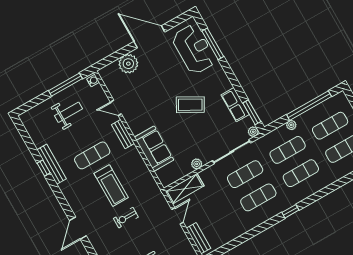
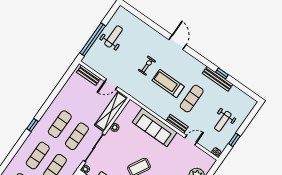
window: (65, 85) -> (234, 140), width x0.46
sofa: (154, 149) -> (155, 127), width x1.36
shelving: (185, 189) -> (111, 111), width x1.47
door: (177, 216) -> (111, 84), hinge flipped

